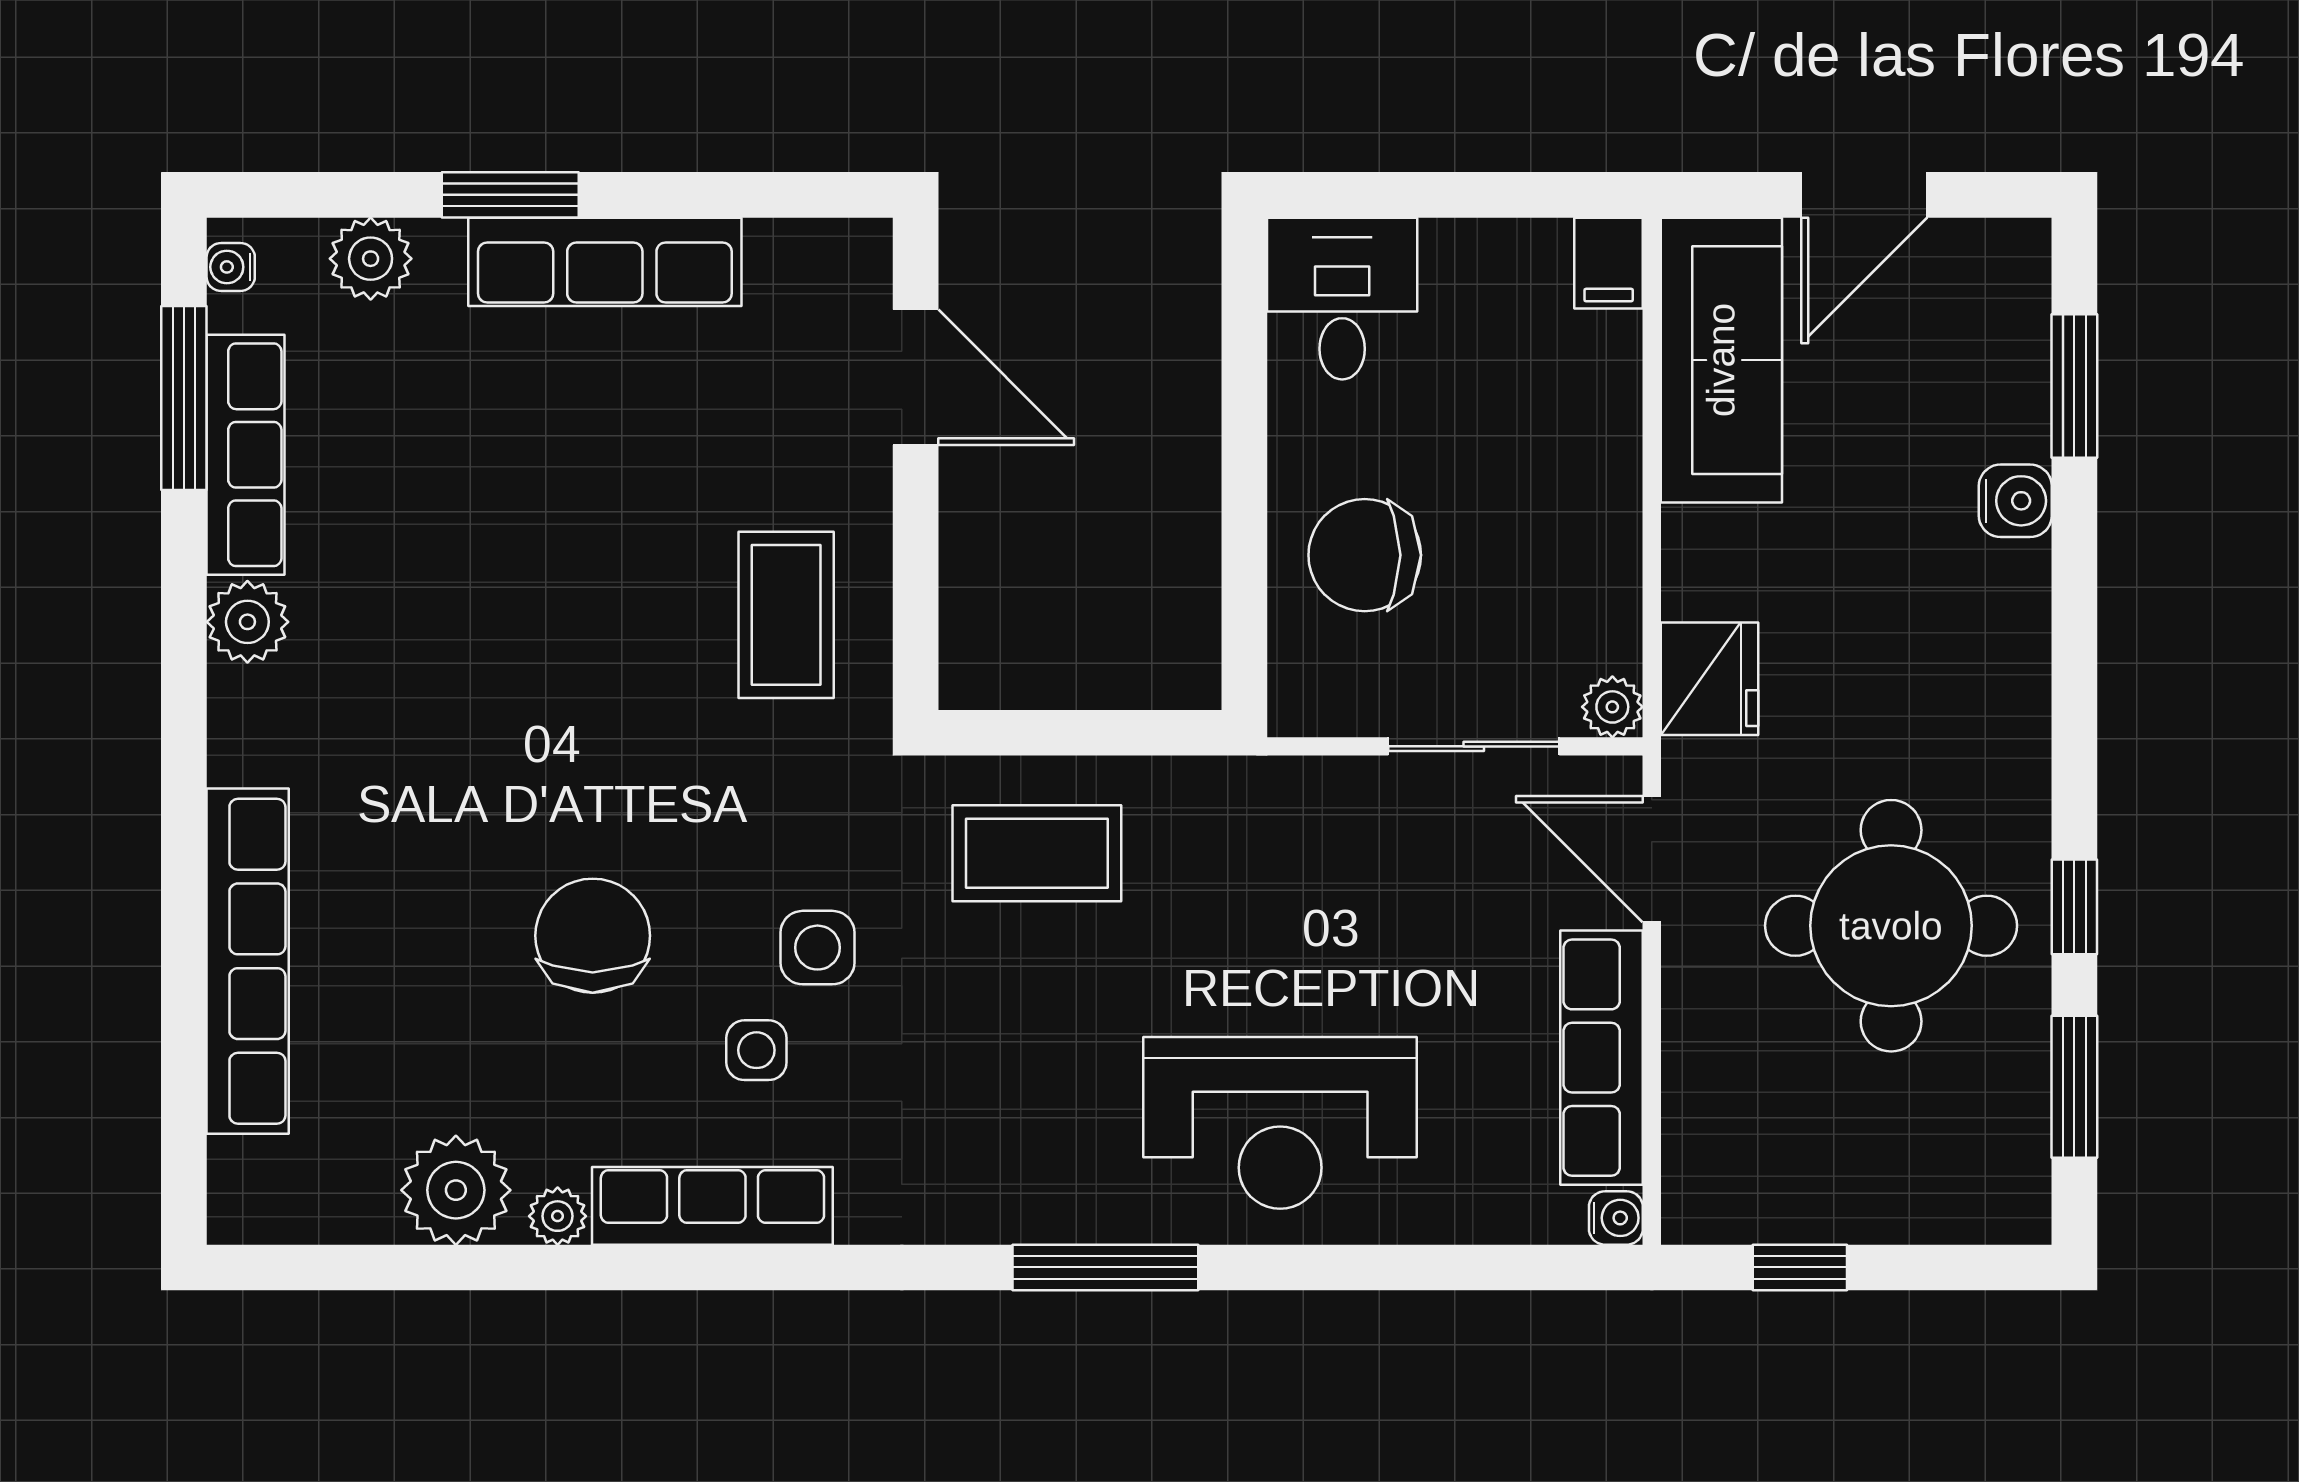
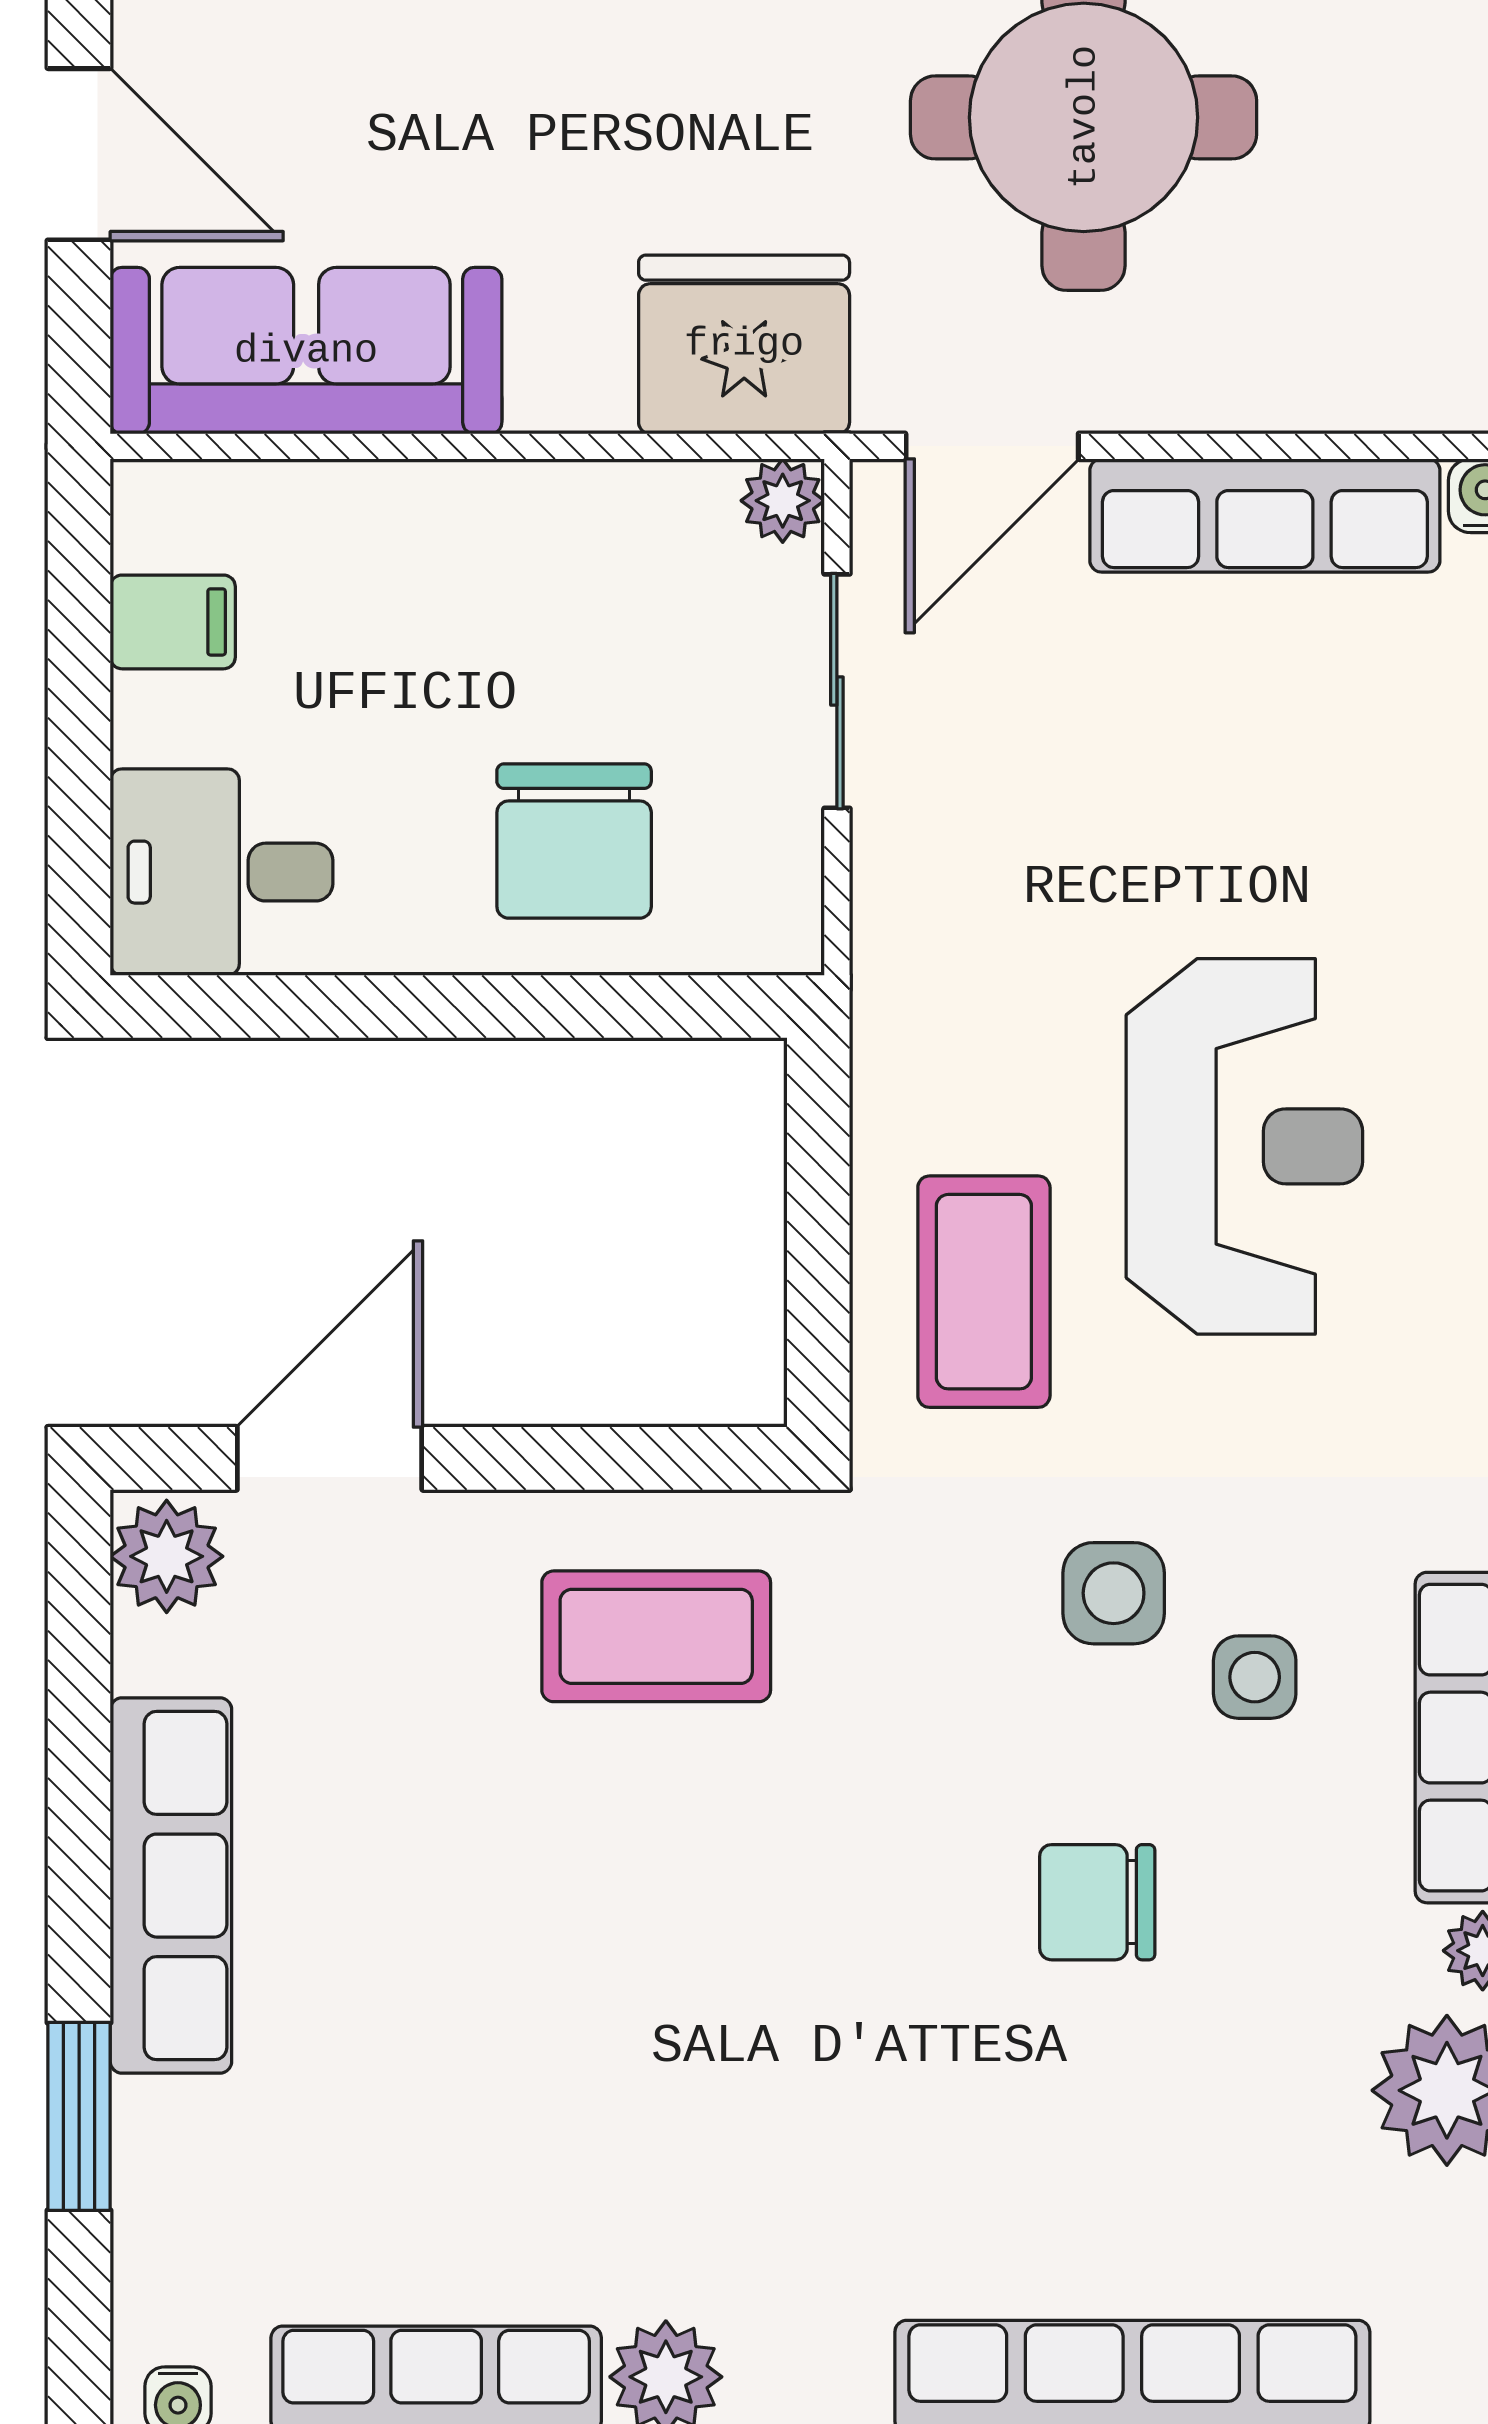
window: (510, 195) -> (79, 2116), moved
plant: (371, 259) -> (167, 1556), moved
filing cabinet: (1609, 263) -> (173, 622), moved
fridge: (1709, 679) -> (744, 344), width x1.36, depth x1.34
chair: (593, 936) -> (1097, 1902), width x0.73, depth x0.73
reception desk: (1280, 1123) -> (1244, 1146), moved

